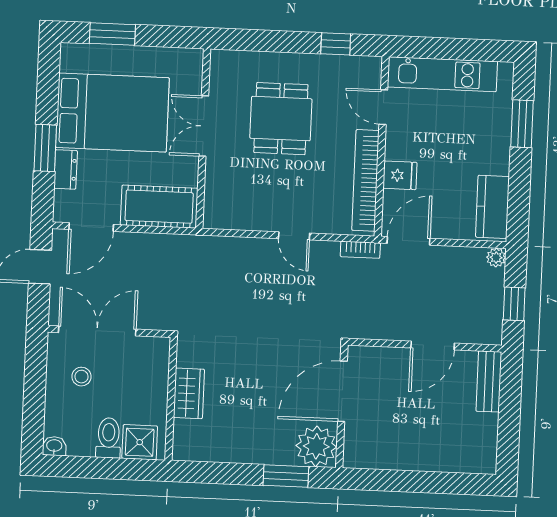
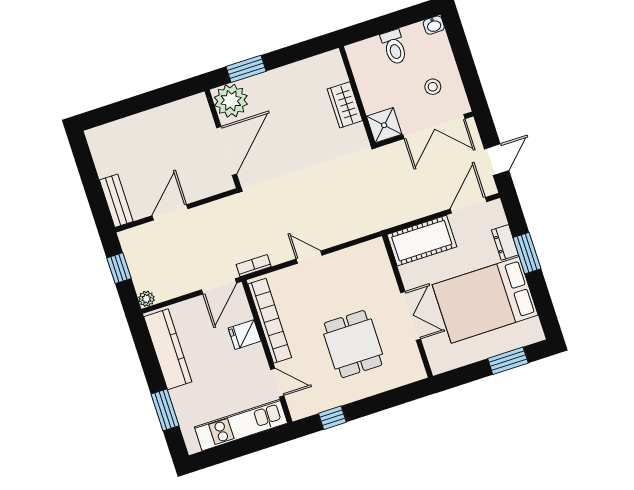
kitchen counter: (492, 207) -> (168, 349), width x1.50
shower: (140, 442) -> (384, 125), moved

